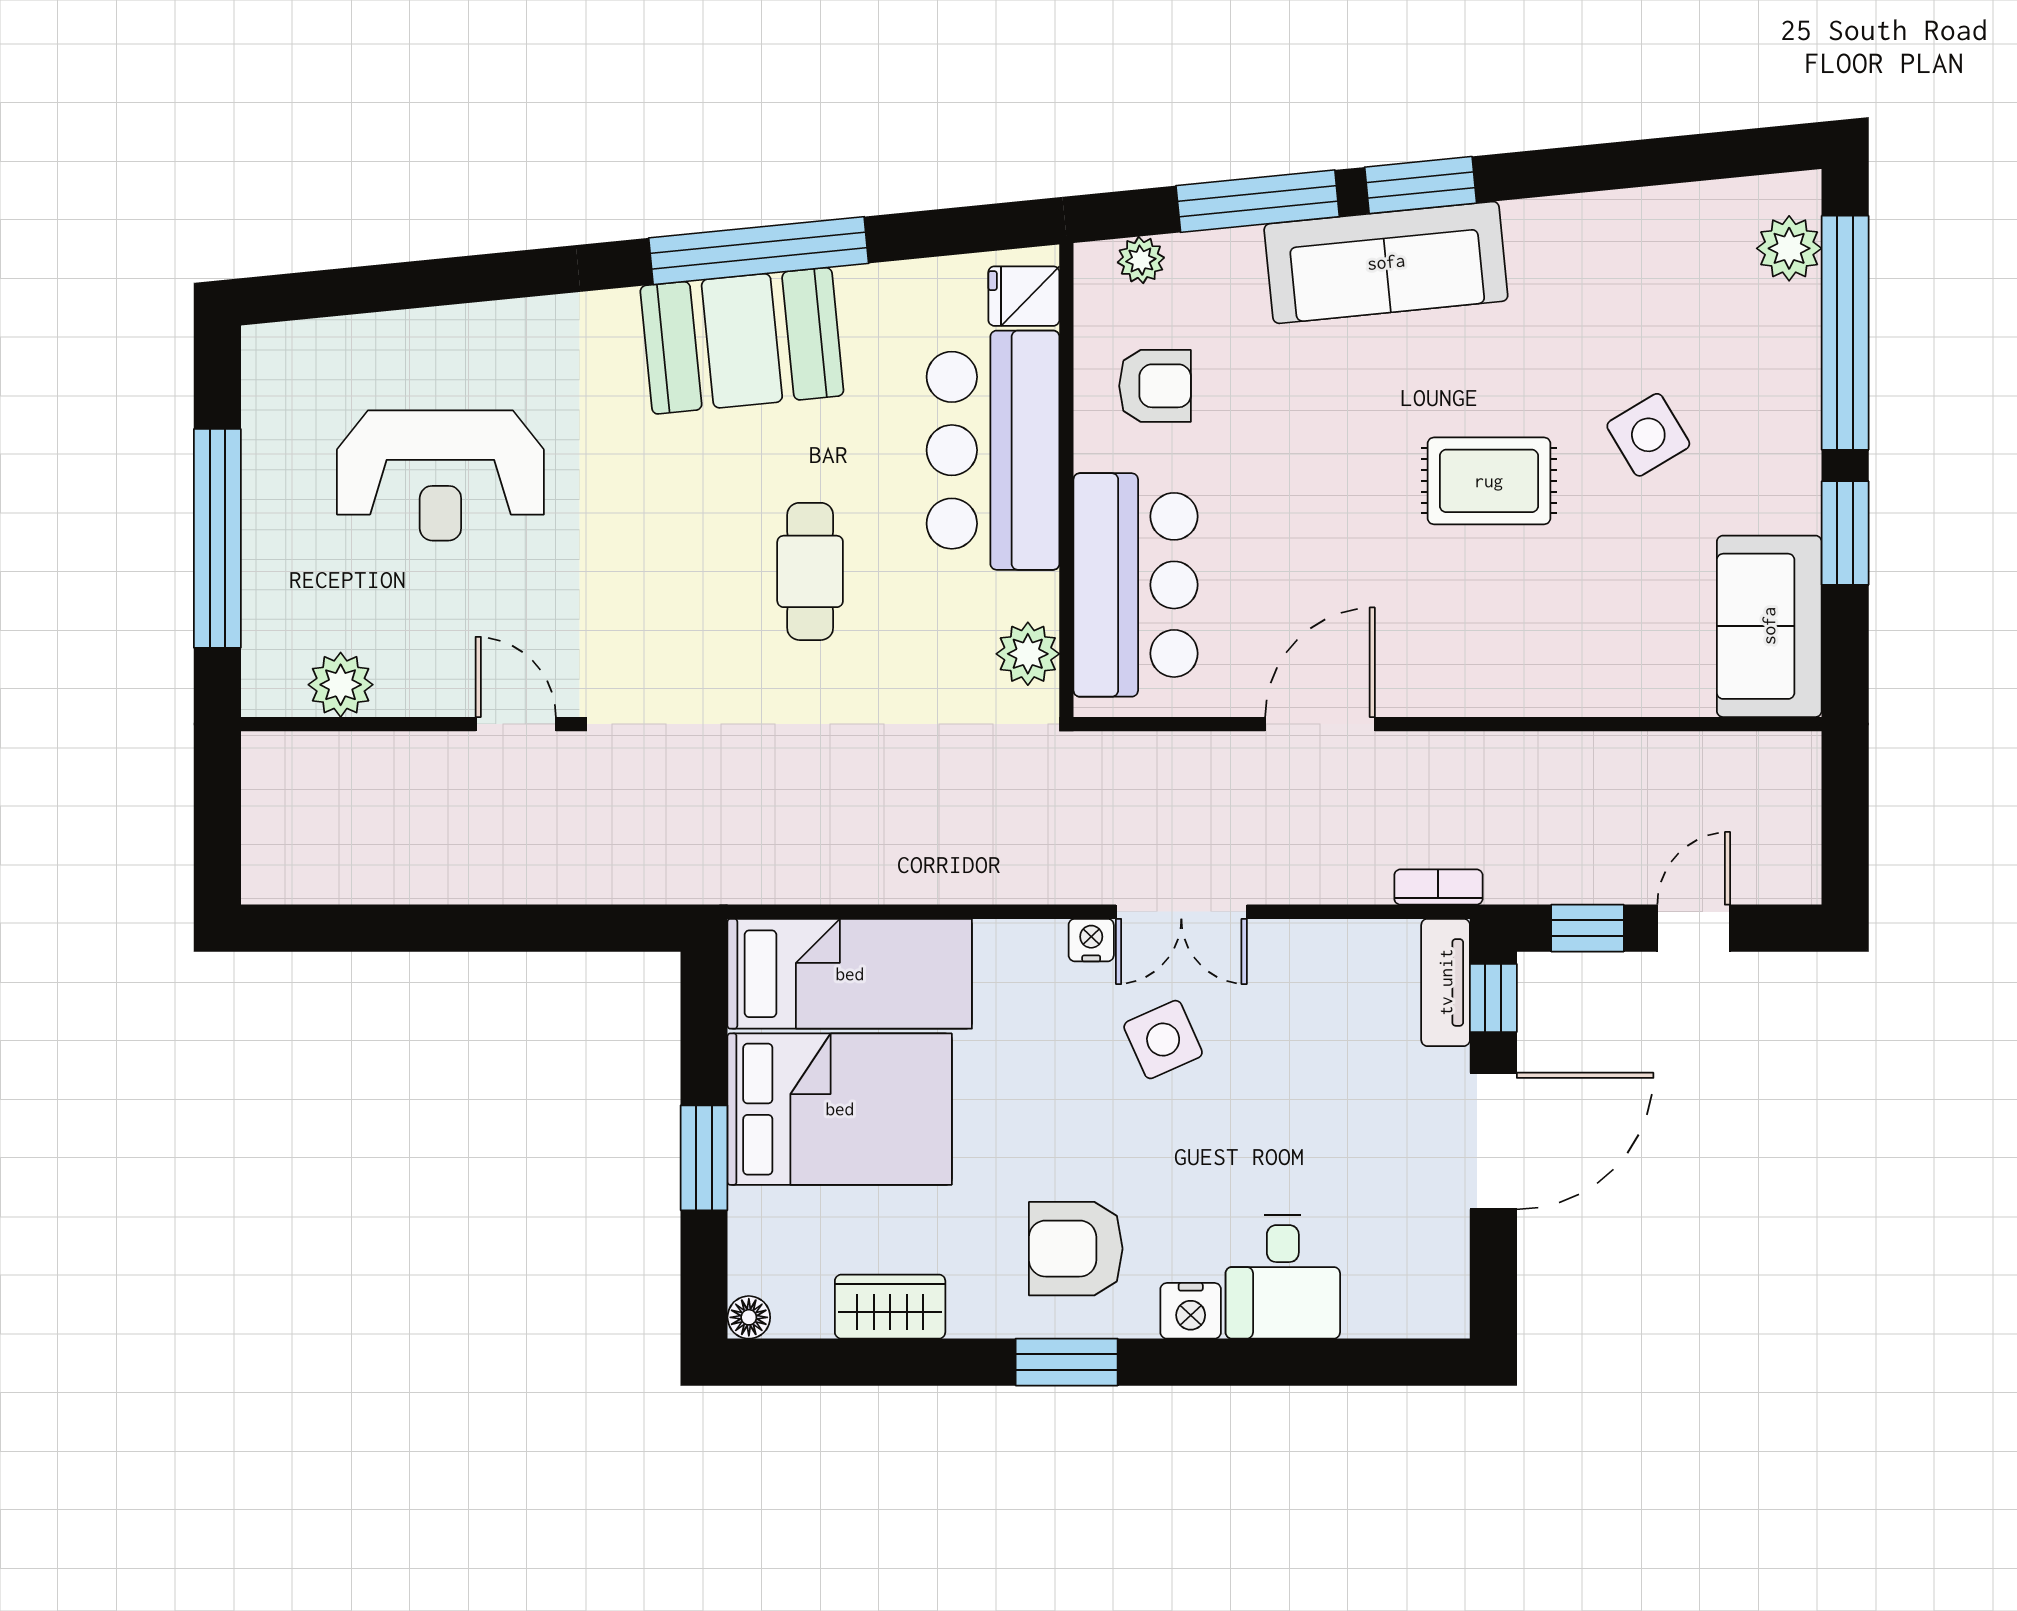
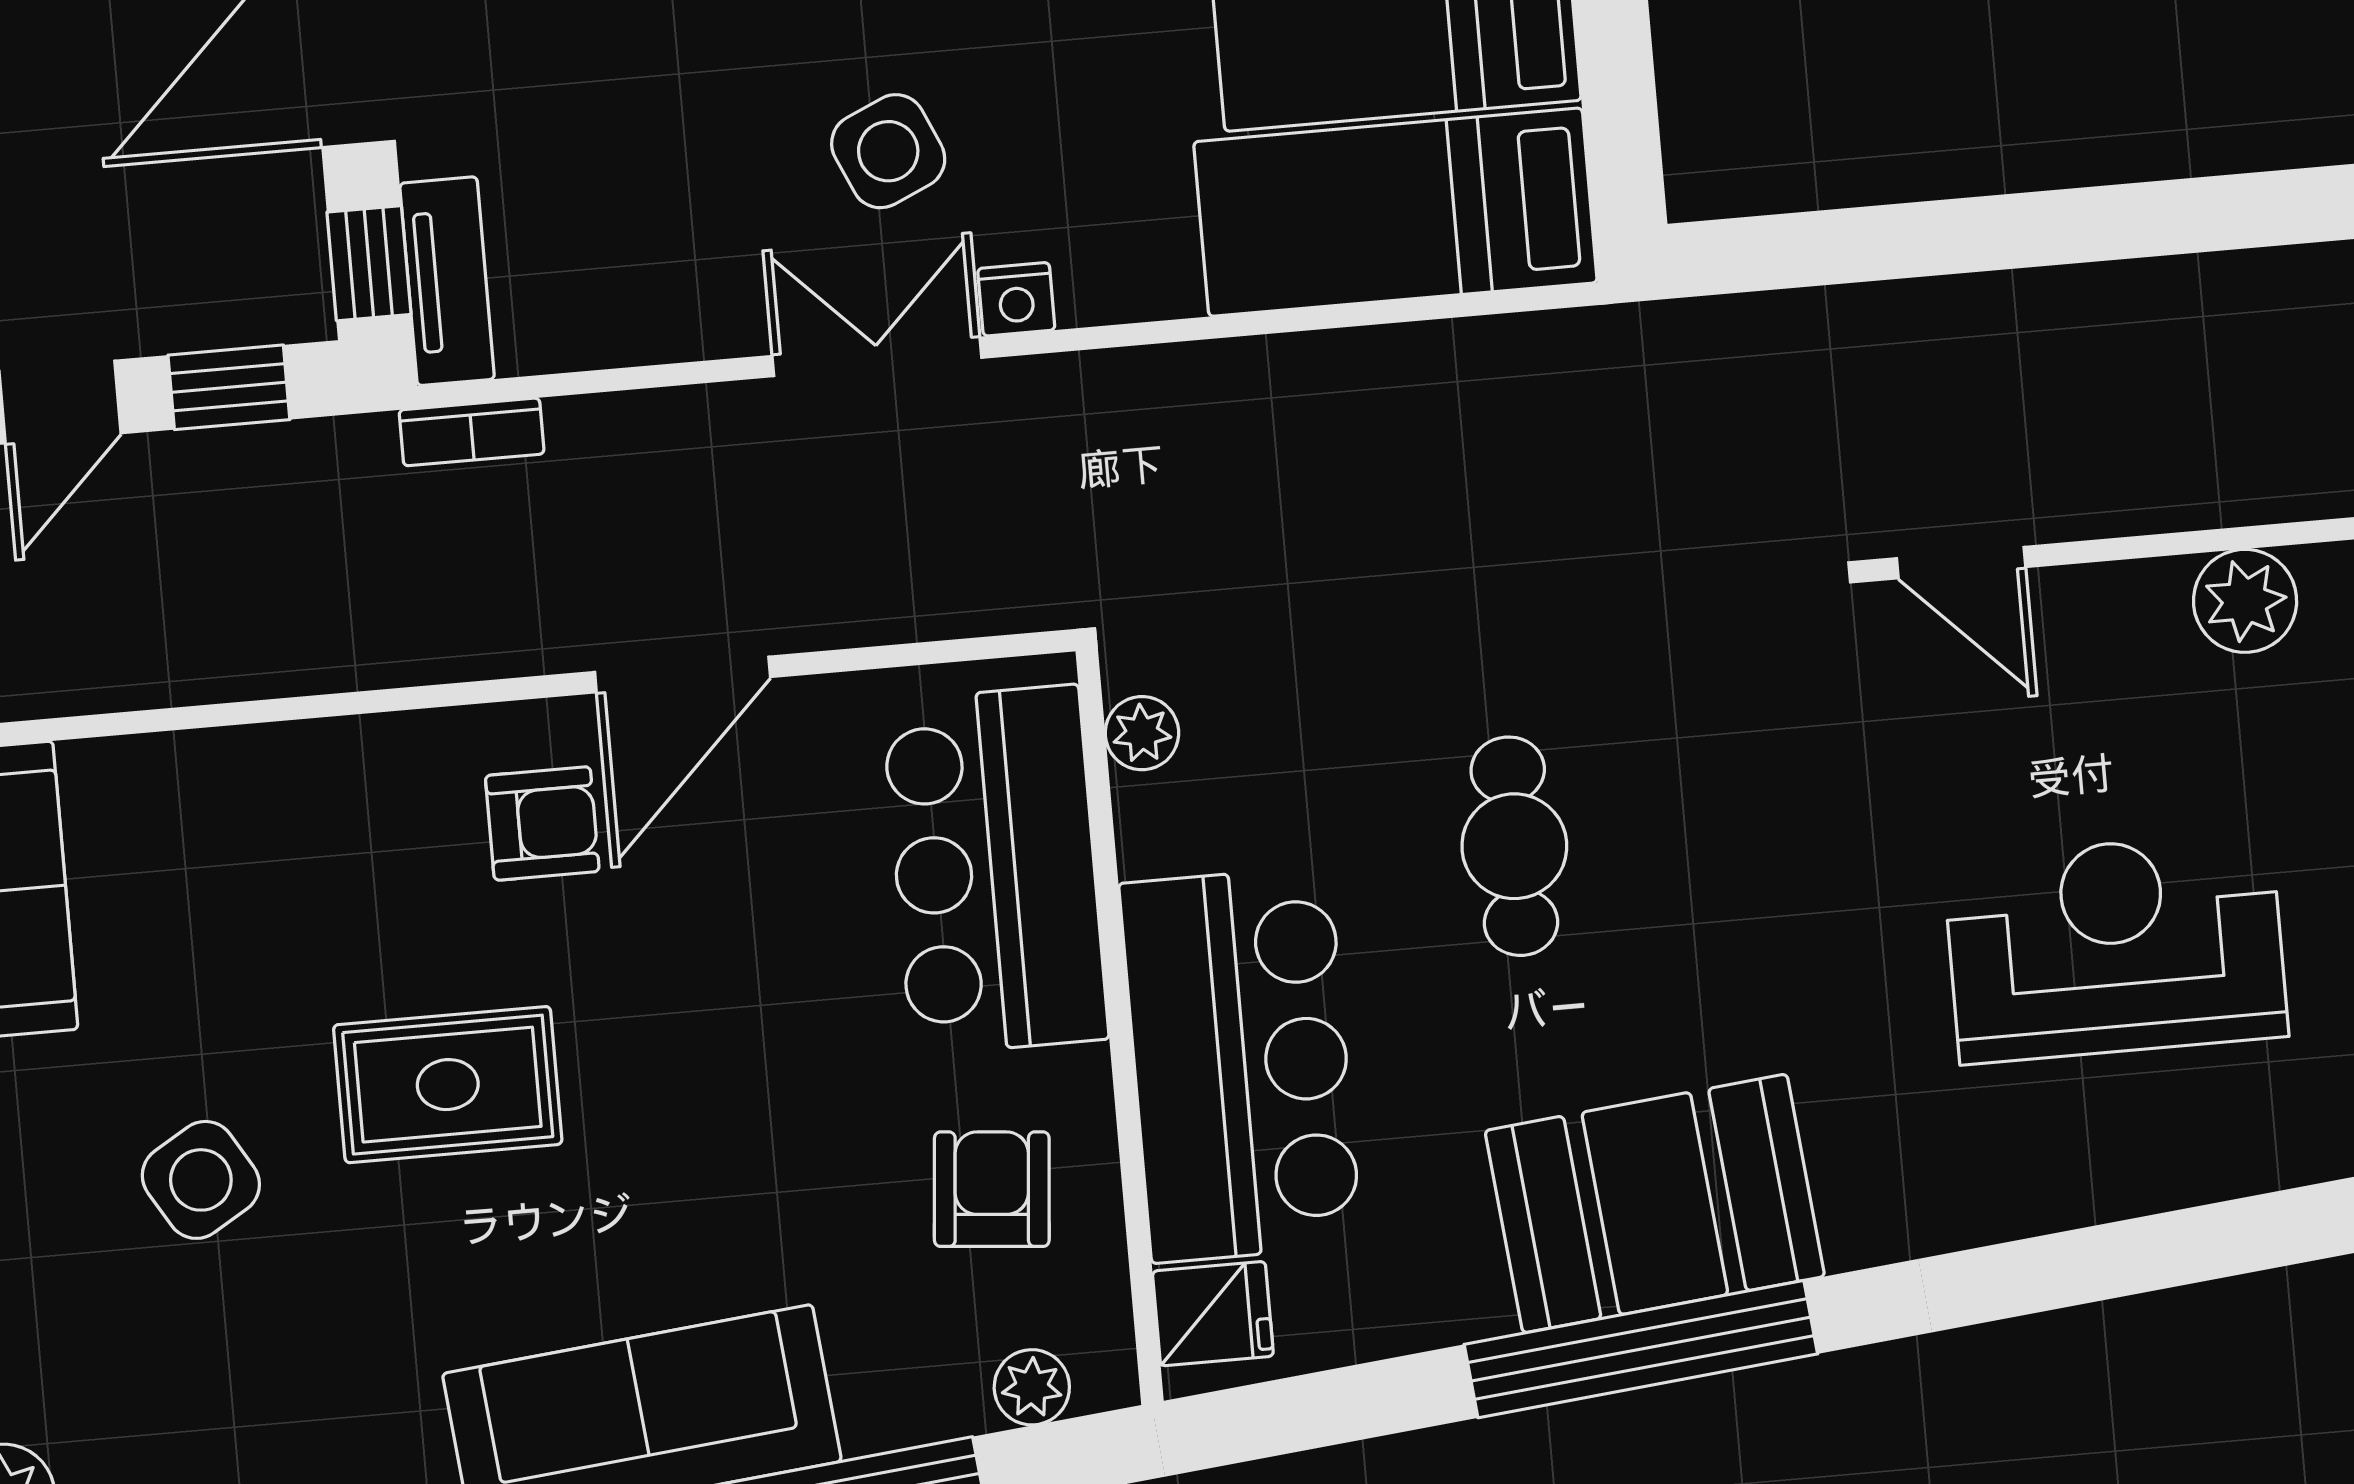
armchair: (1155, 386) -> (992, 1189), turned 95
armchair: (1416, 639) -> (542, 823), added
plant: (1028, 654) -> (1142, 733), width x0.73, depth x0.73

